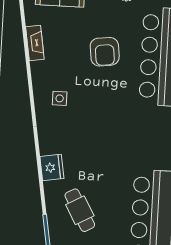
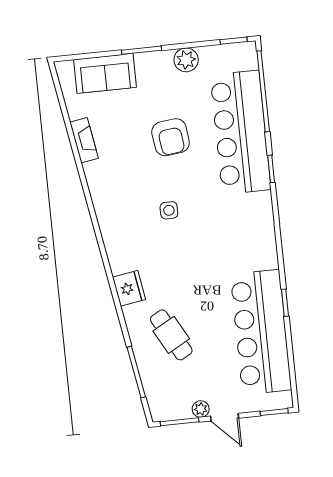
side table: (60, 98) -> (169, 210), moved

